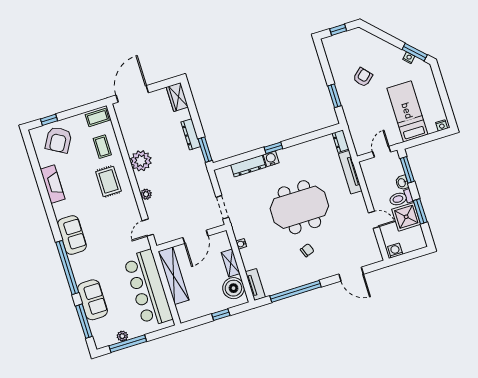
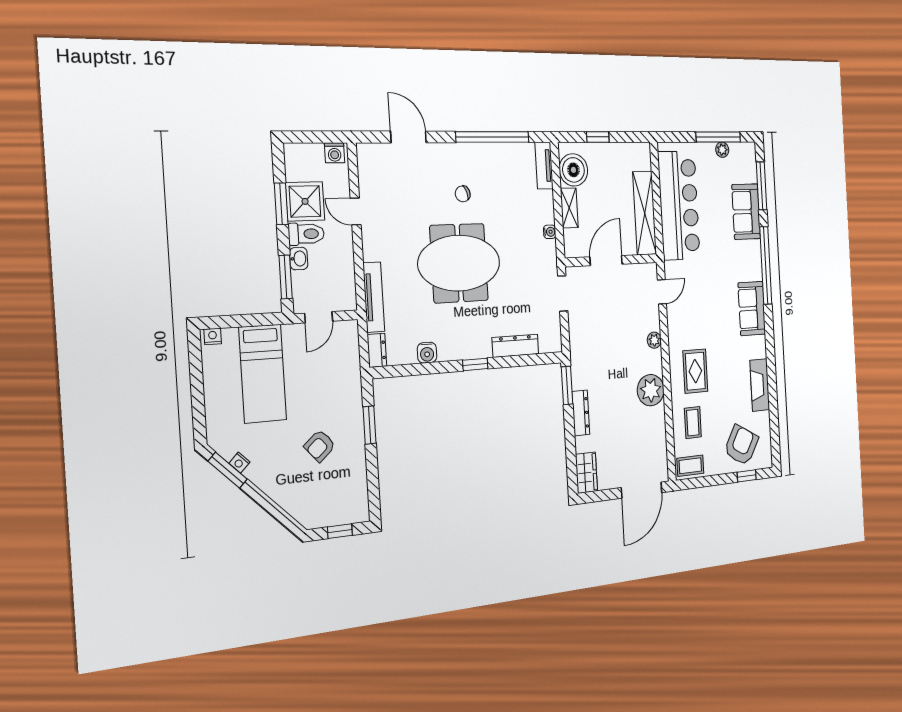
water cooler: (271, 159) -> (427, 353), moved

